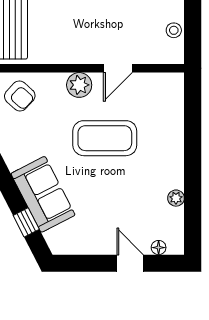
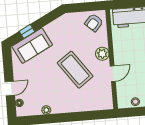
door: (118, 68) -> (113, 74), swing flipped
coffee table: (105, 138) -> (75, 70), turned -36
sofa: (43, 194) -> (32, 46), moved

